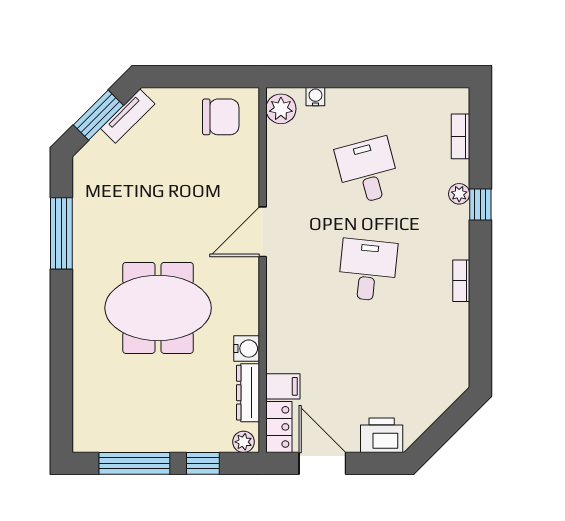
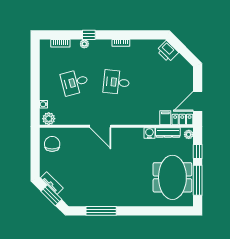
meeting table: (158, 308) -> (172, 177), moved
printer: (382, 435) -> (167, 51), moved, turned -45

